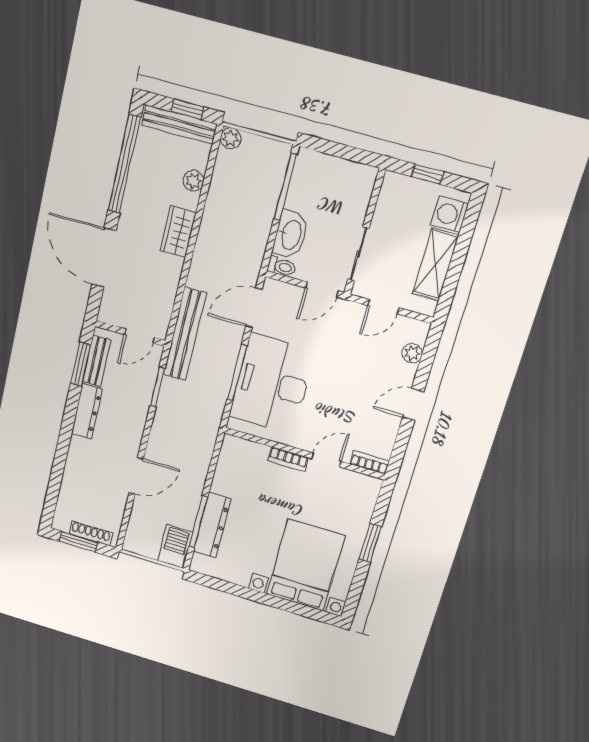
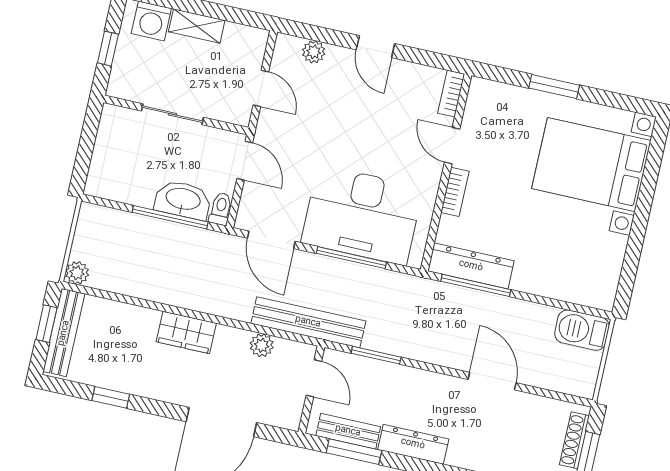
window: (124, 164) -> (111, 397), width x0.32
plant: (193, 181) -> (262, 345), moved
window: (285, 187) -> (170, 217), moved
sliding door: (358, 254) -> (172, 114), moved
shelving: (435, 264) -> (197, 26), width x0.67, depth x0.75
window: (198, 522) -> (476, 285), moved
dresser: (212, 526) -> (471, 266), moved

